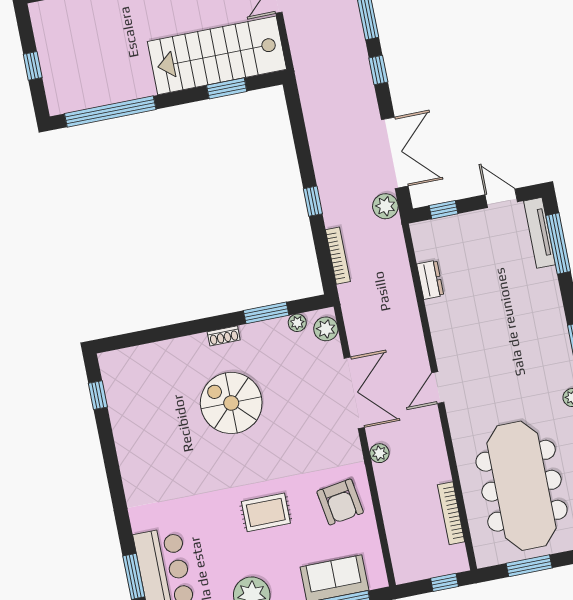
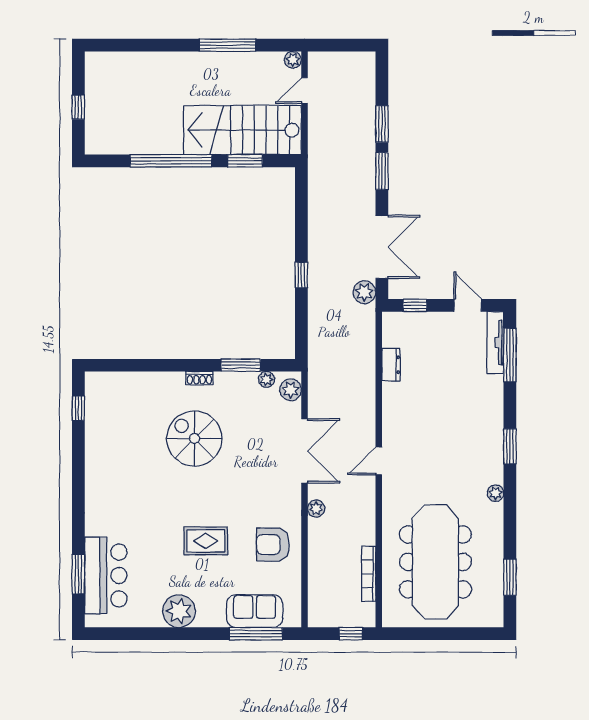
window: (378, 70) -> (382, 171), width x1.50
window: (110, 111) -> (171, 161), moved
bookcase: (338, 256) -> (314, 327), removed
armchair: (340, 502) -> (273, 545), turned 99
window: (529, 566) -> (428, 634), removed

